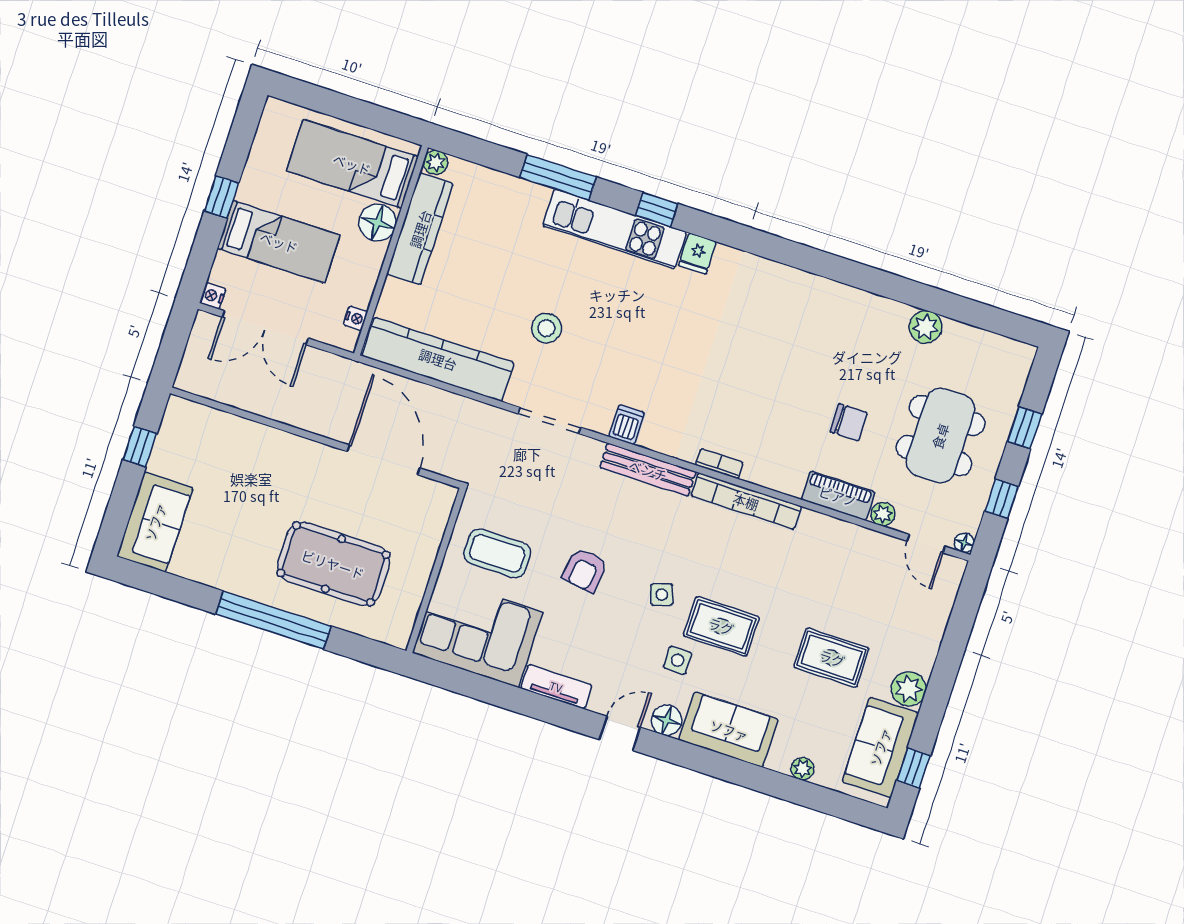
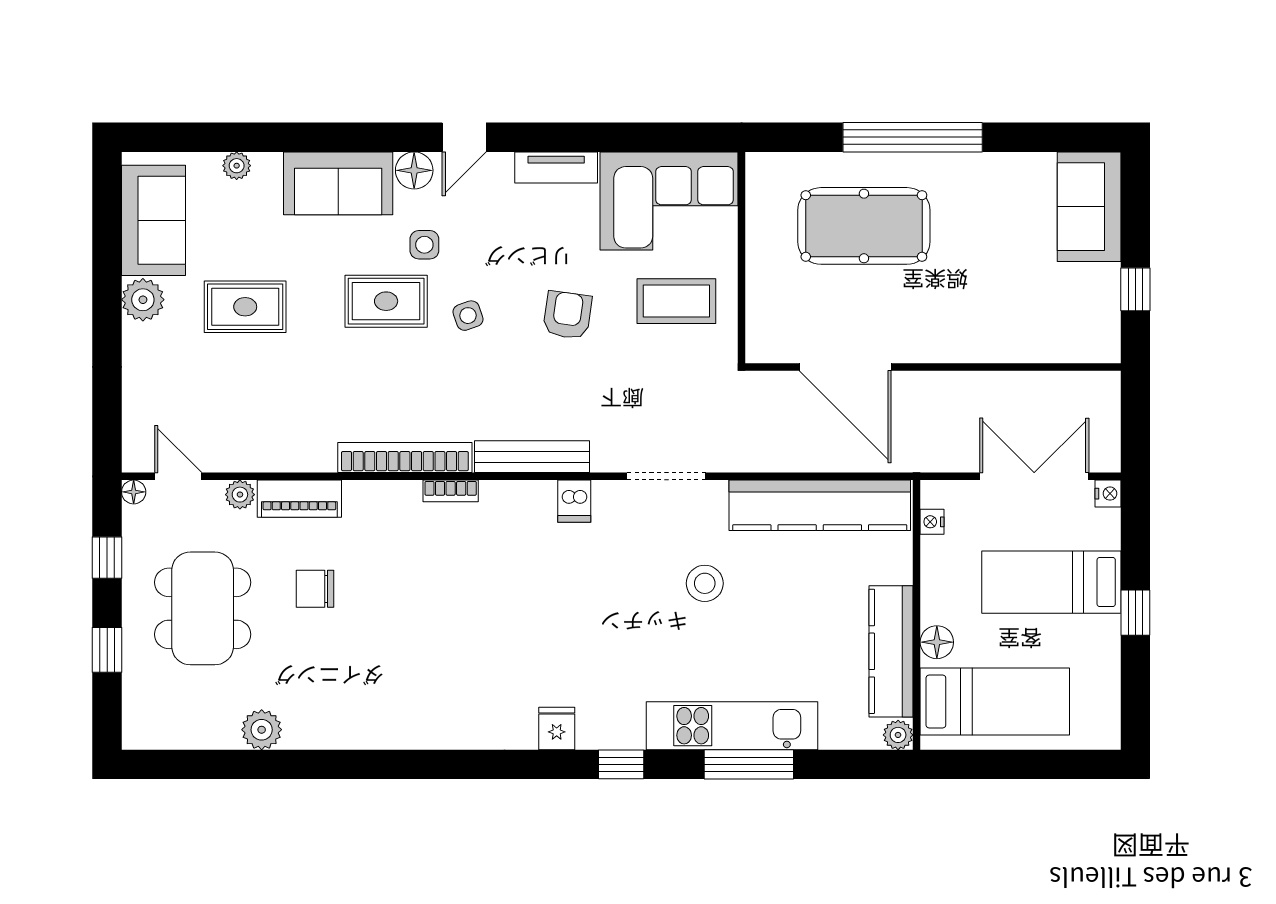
floor lamp: (377, 223) -> (937, 642), width x0.73, depth x0.73
kitchen unit: (615, 229) -> (732, 726), moved
window: (913, 768) -> (107, 209), removed

